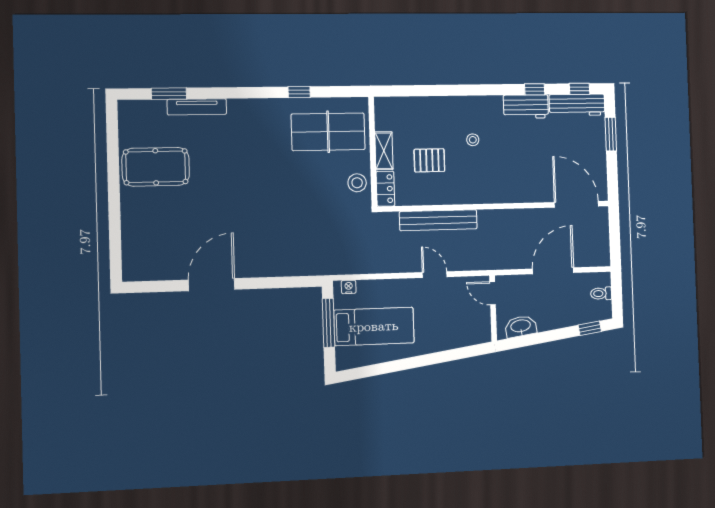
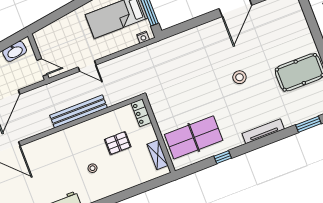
tv unit: (197, 107) -> (263, 131), moved
shelving: (384, 151) -> (158, 155), moved
stool: (357, 183) -> (239, 77), moved
bench: (438, 220) -> (78, 111), moved

